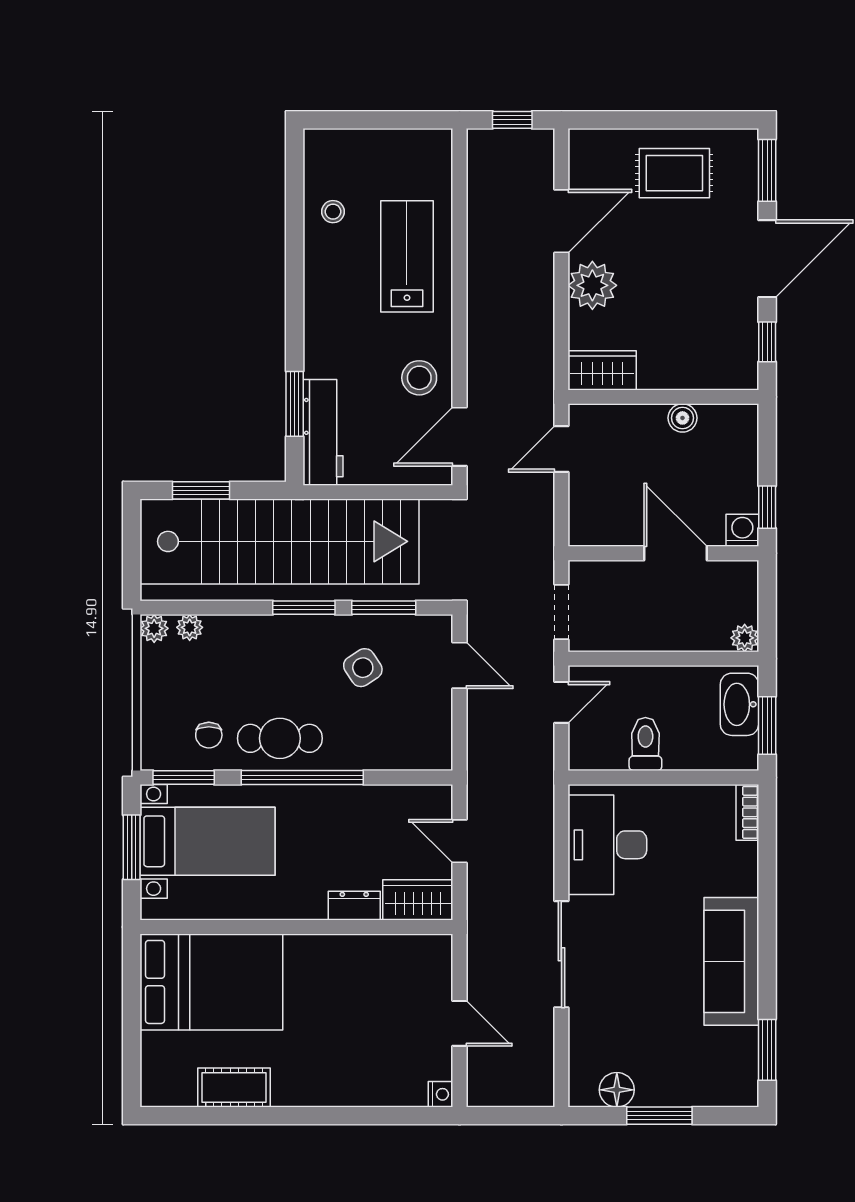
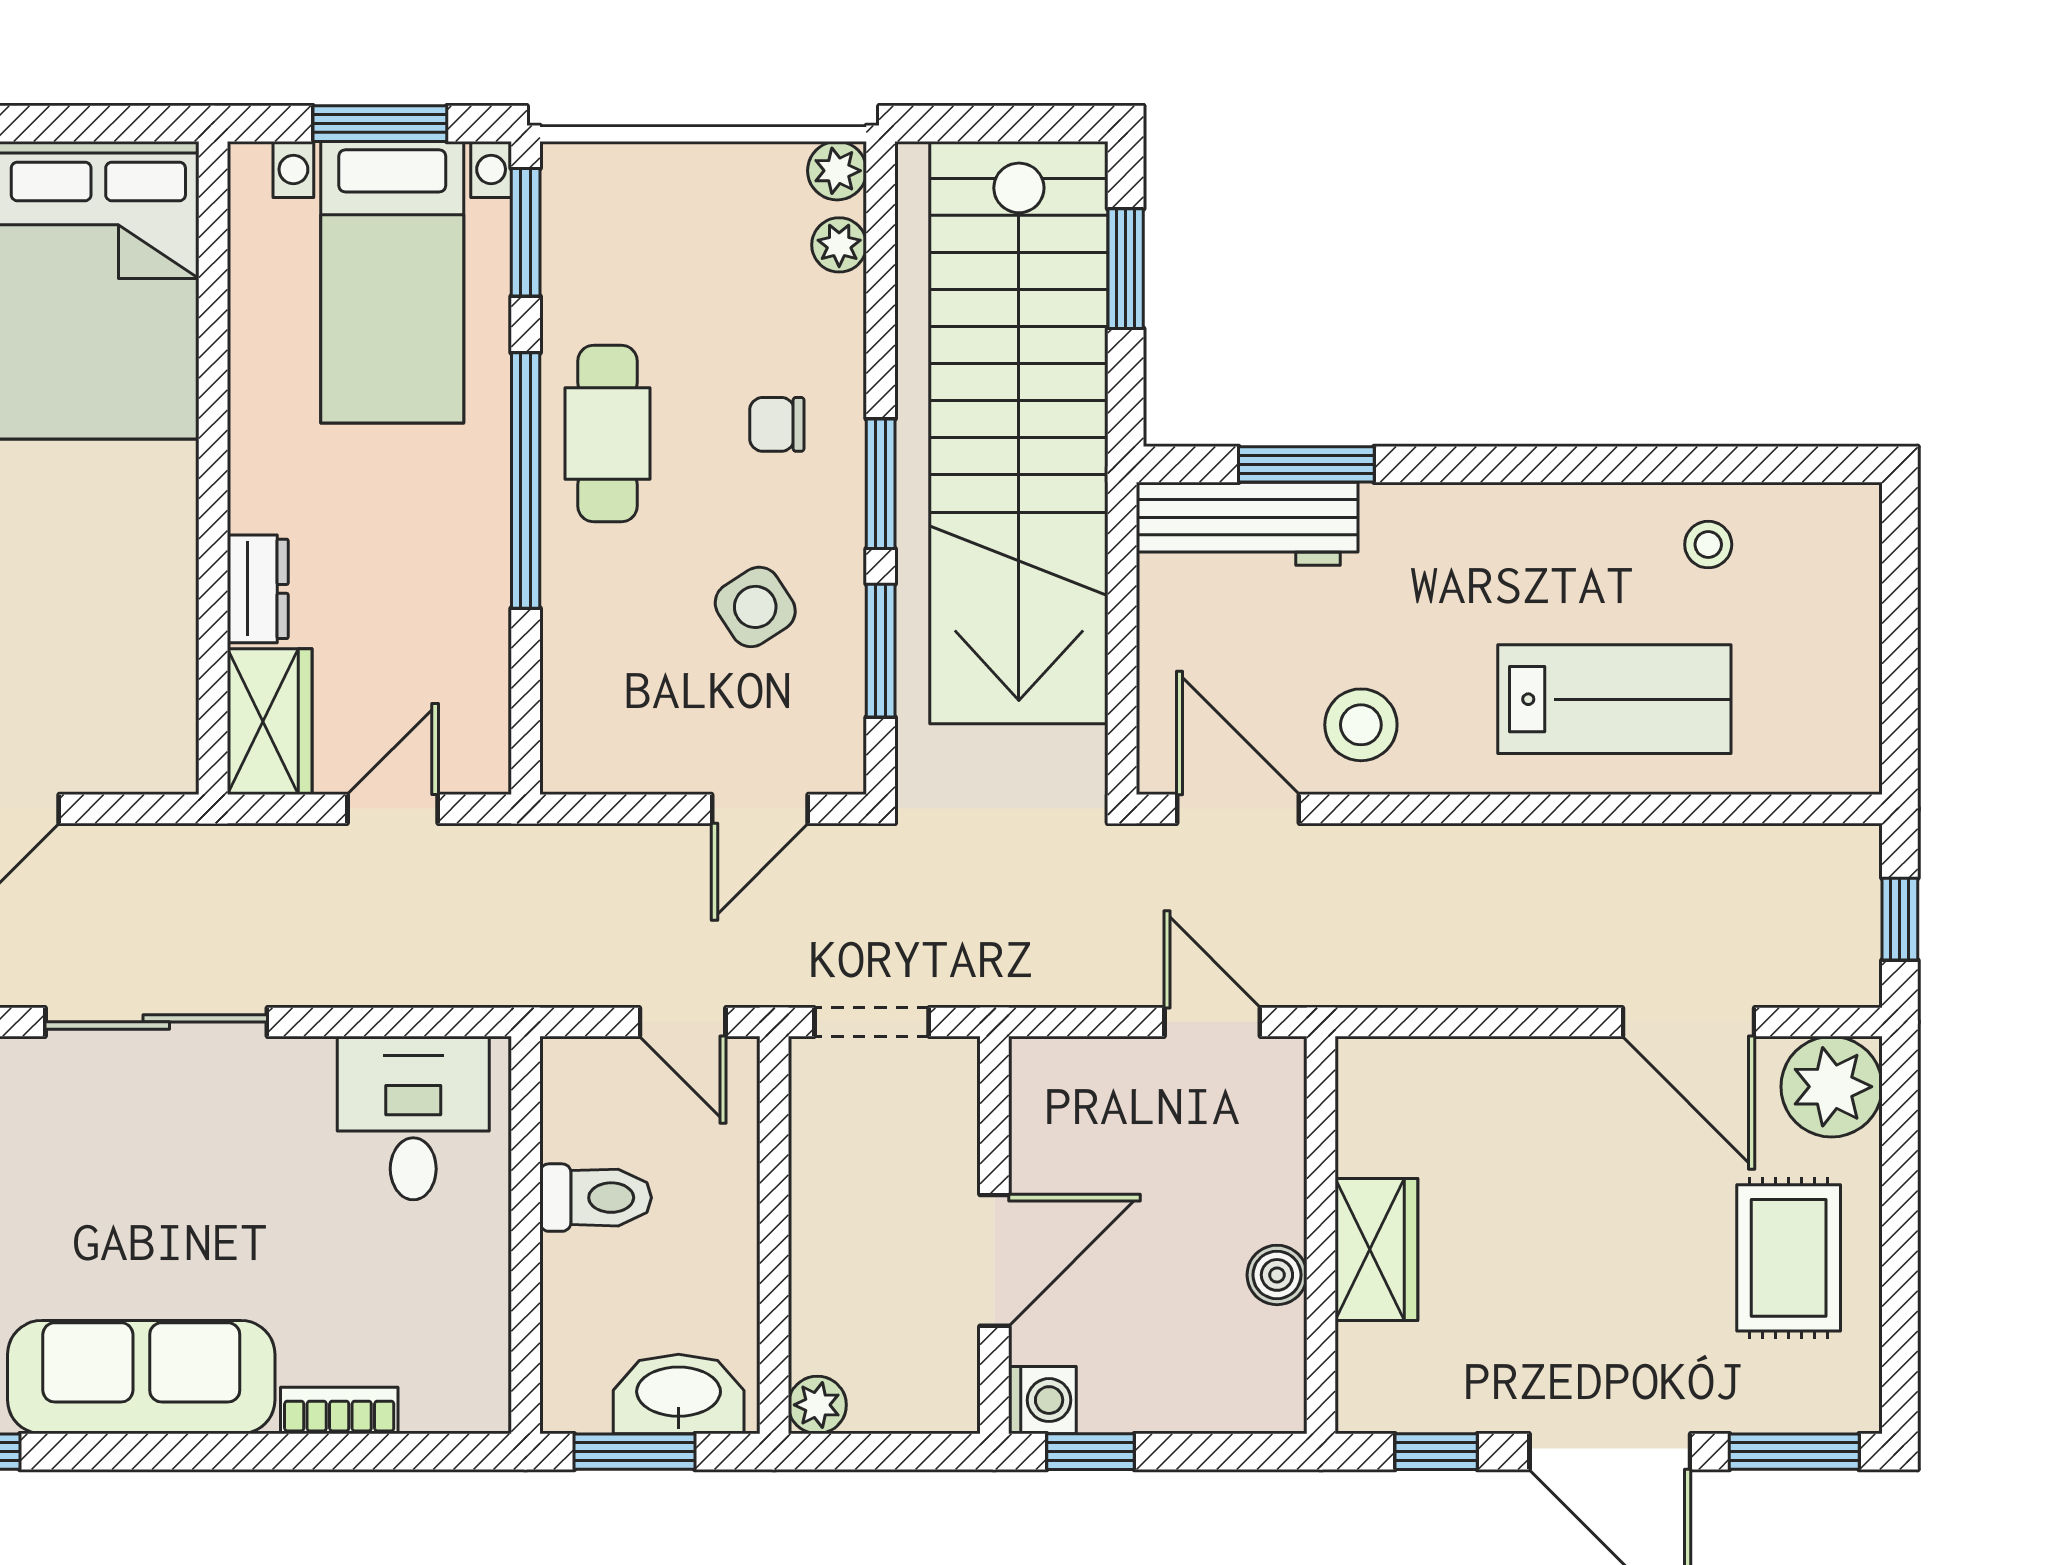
plant: (592, 285) -> (1832, 1087), moved
wardrobe: (602, 370) -> (1376, 1250), moved
chair: (209, 735) -> (777, 424), moved
bookcase: (747, 812) -> (339, 1410), moved
desk: (607, 845) -> (413, 1118), width x0.73

